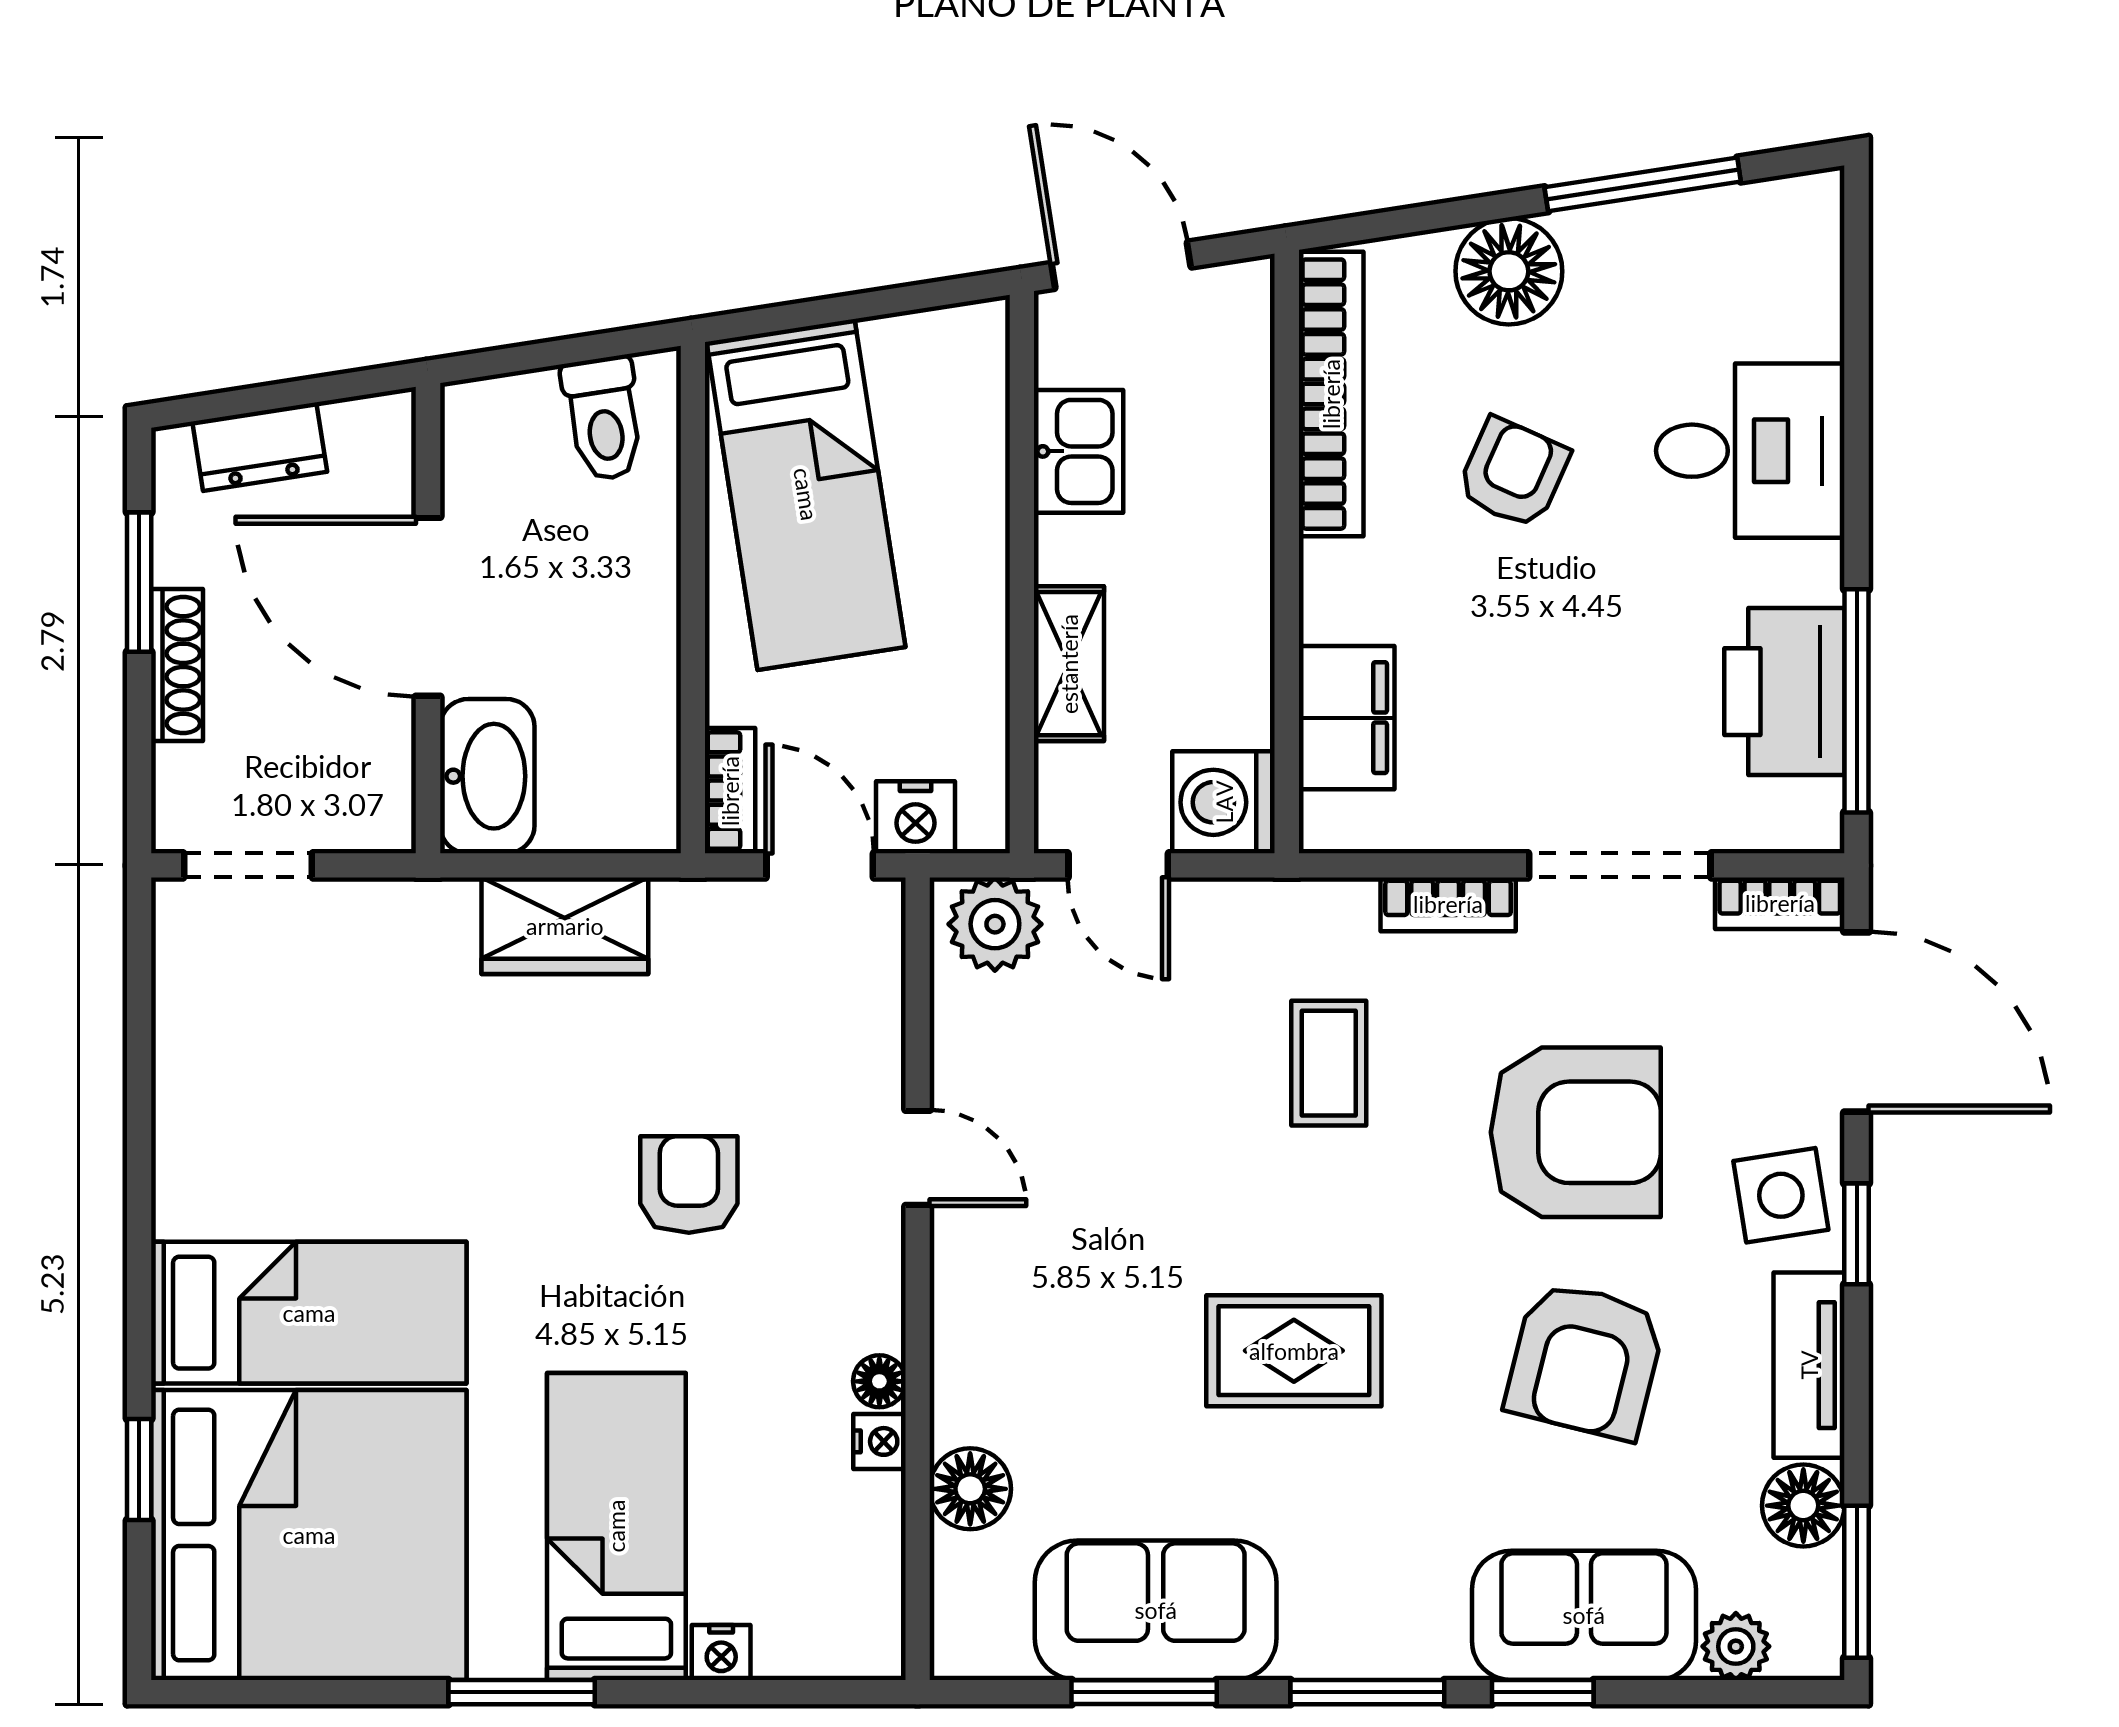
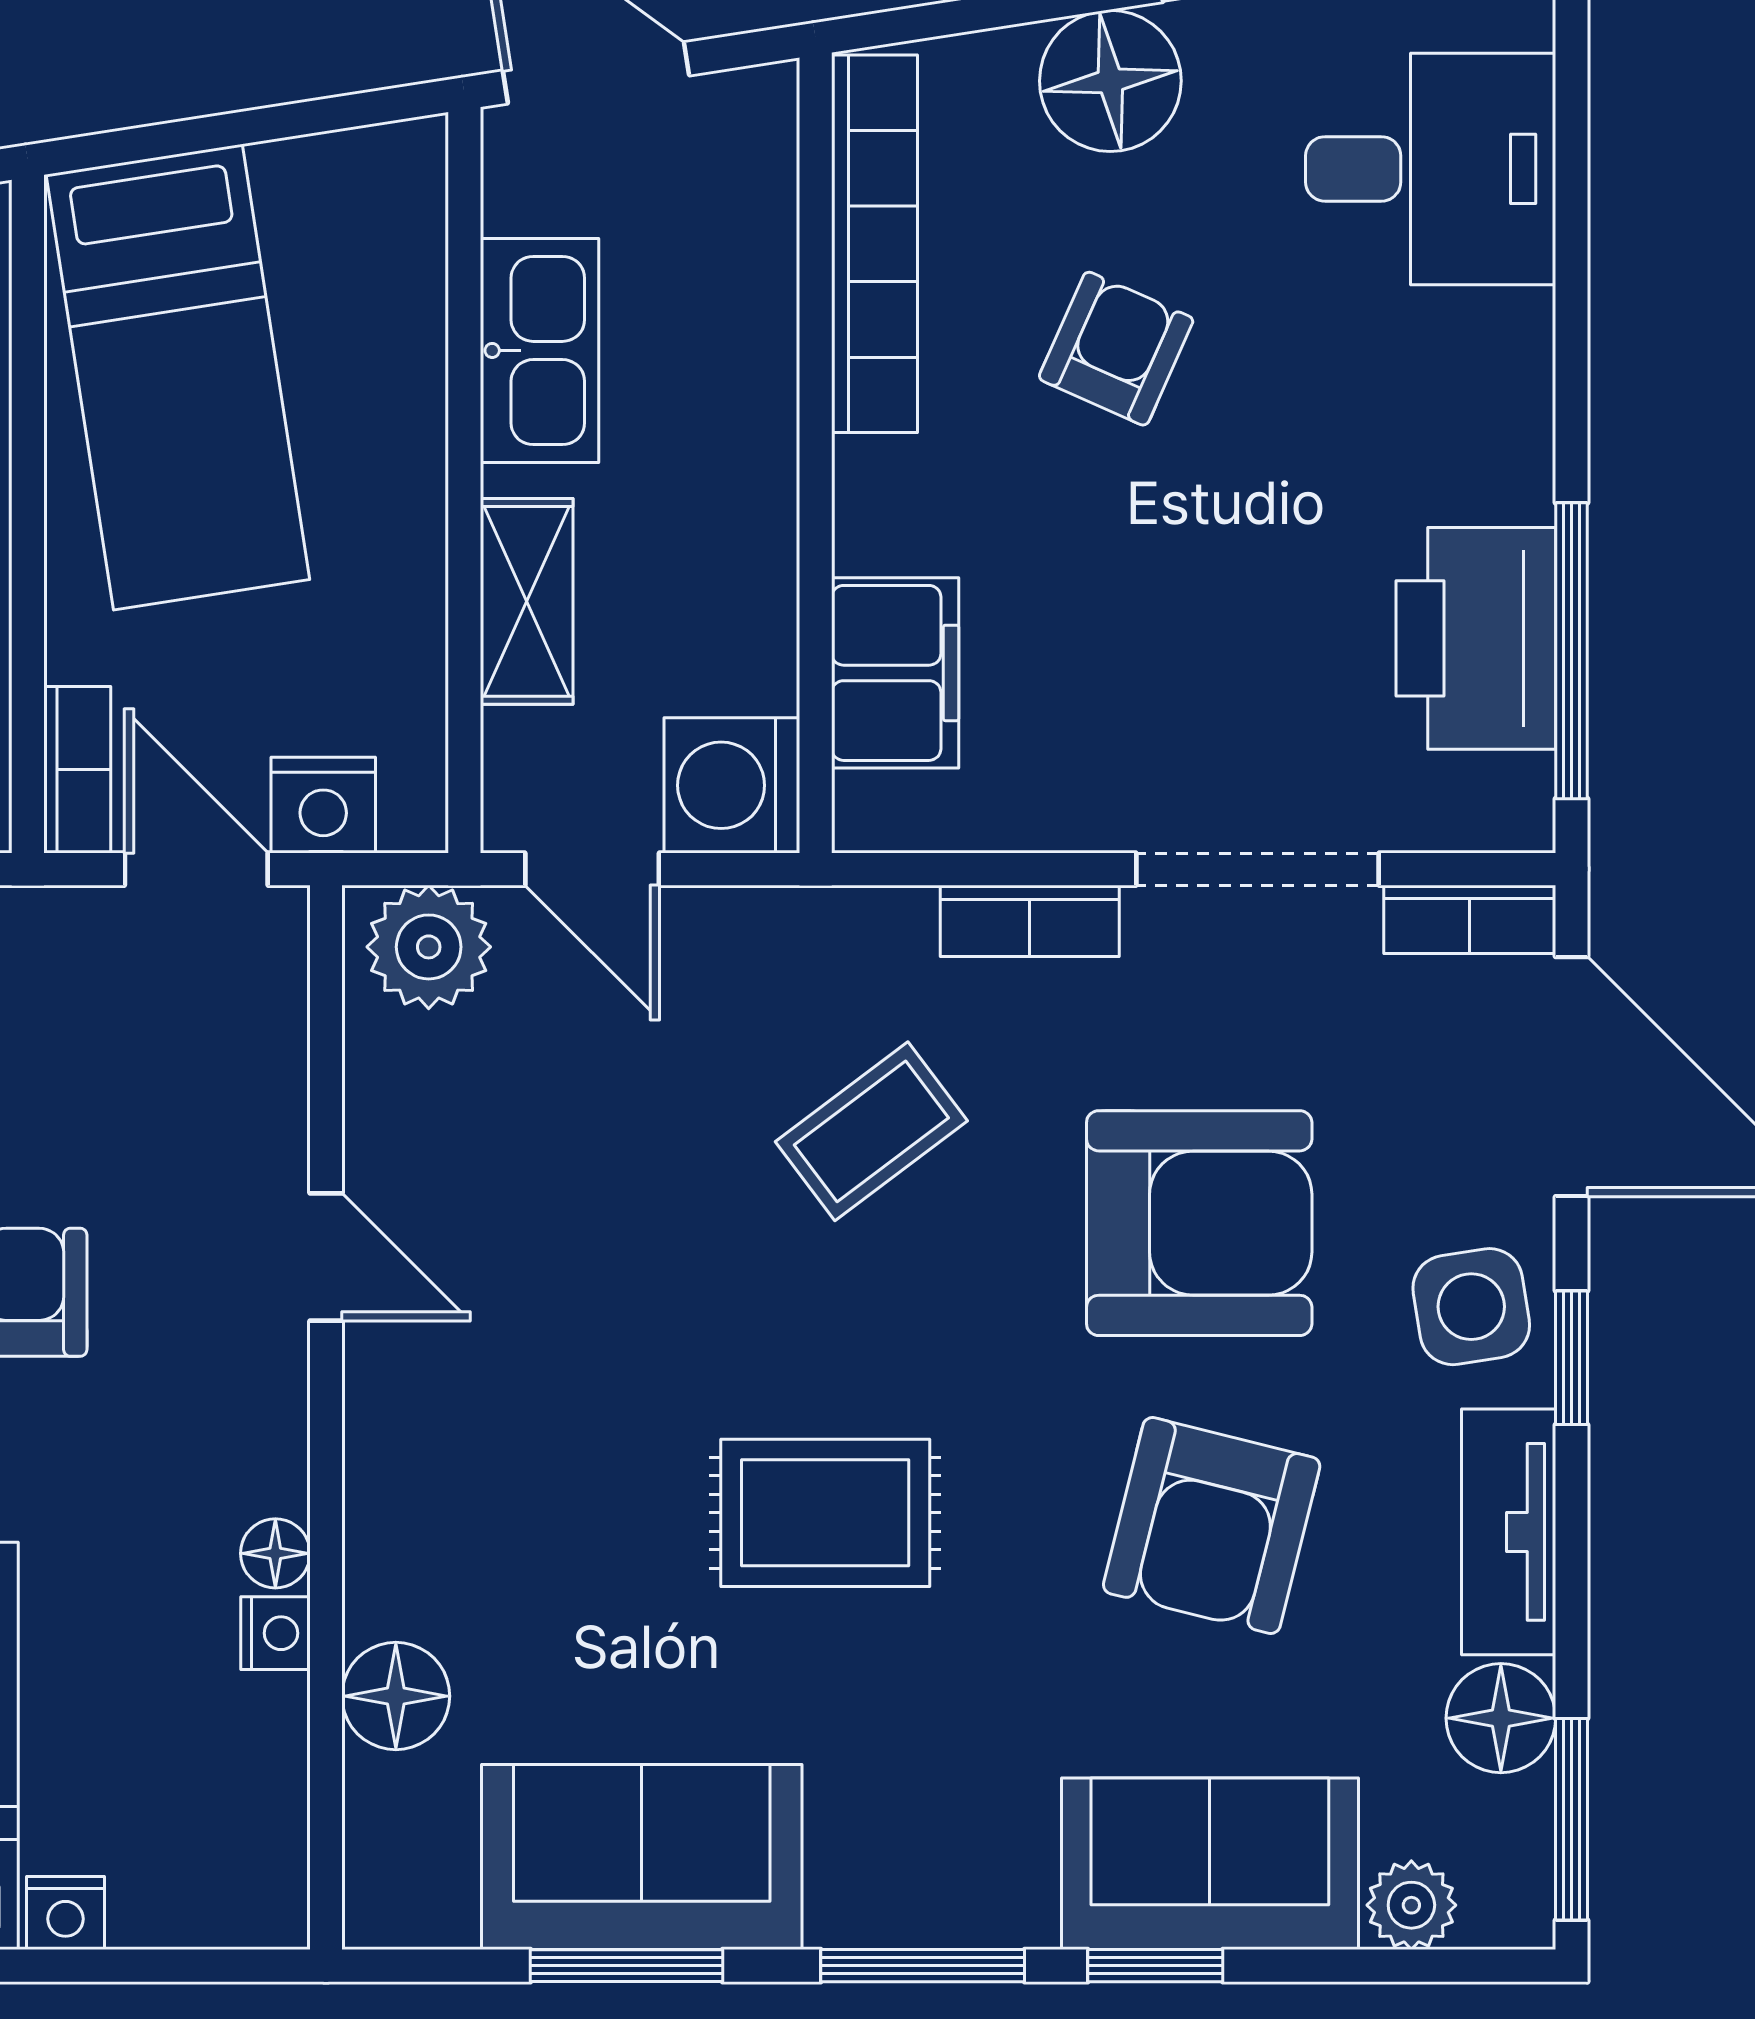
kitchen sink: (1079, 451) -> (539, 350), width x1.38
desk: (1750, 451) -> (1431, 169), moved
coffee table: (1329, 1063) -> (871, 1131), turned 53

